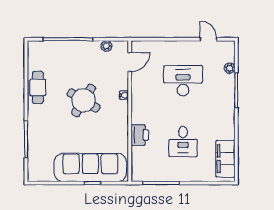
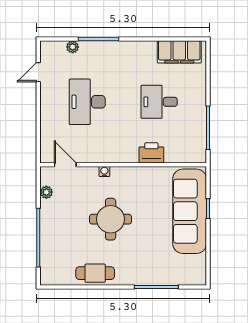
round table: (84, 100) -> (111, 219), turned -31
desk: (183, 142) -> (159, 102), turned 180

